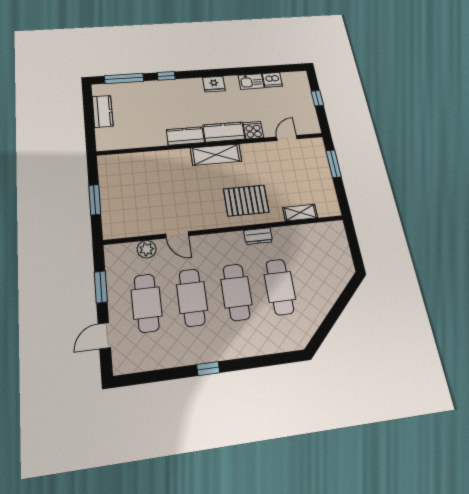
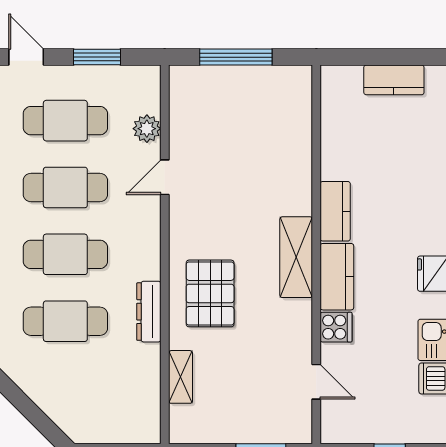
window: (95, 200) -> (236, 57), width x1.44
dresser: (258, 236) -> (149, 312), width x1.44

